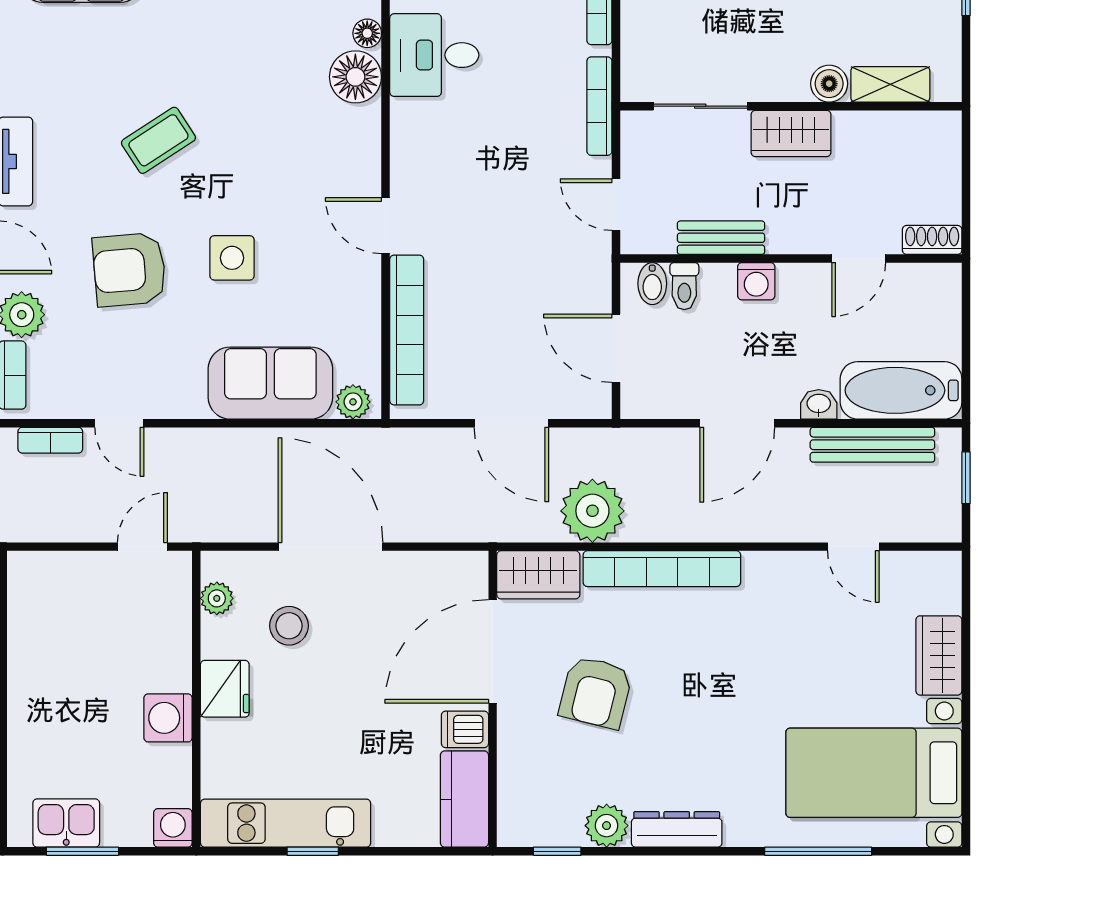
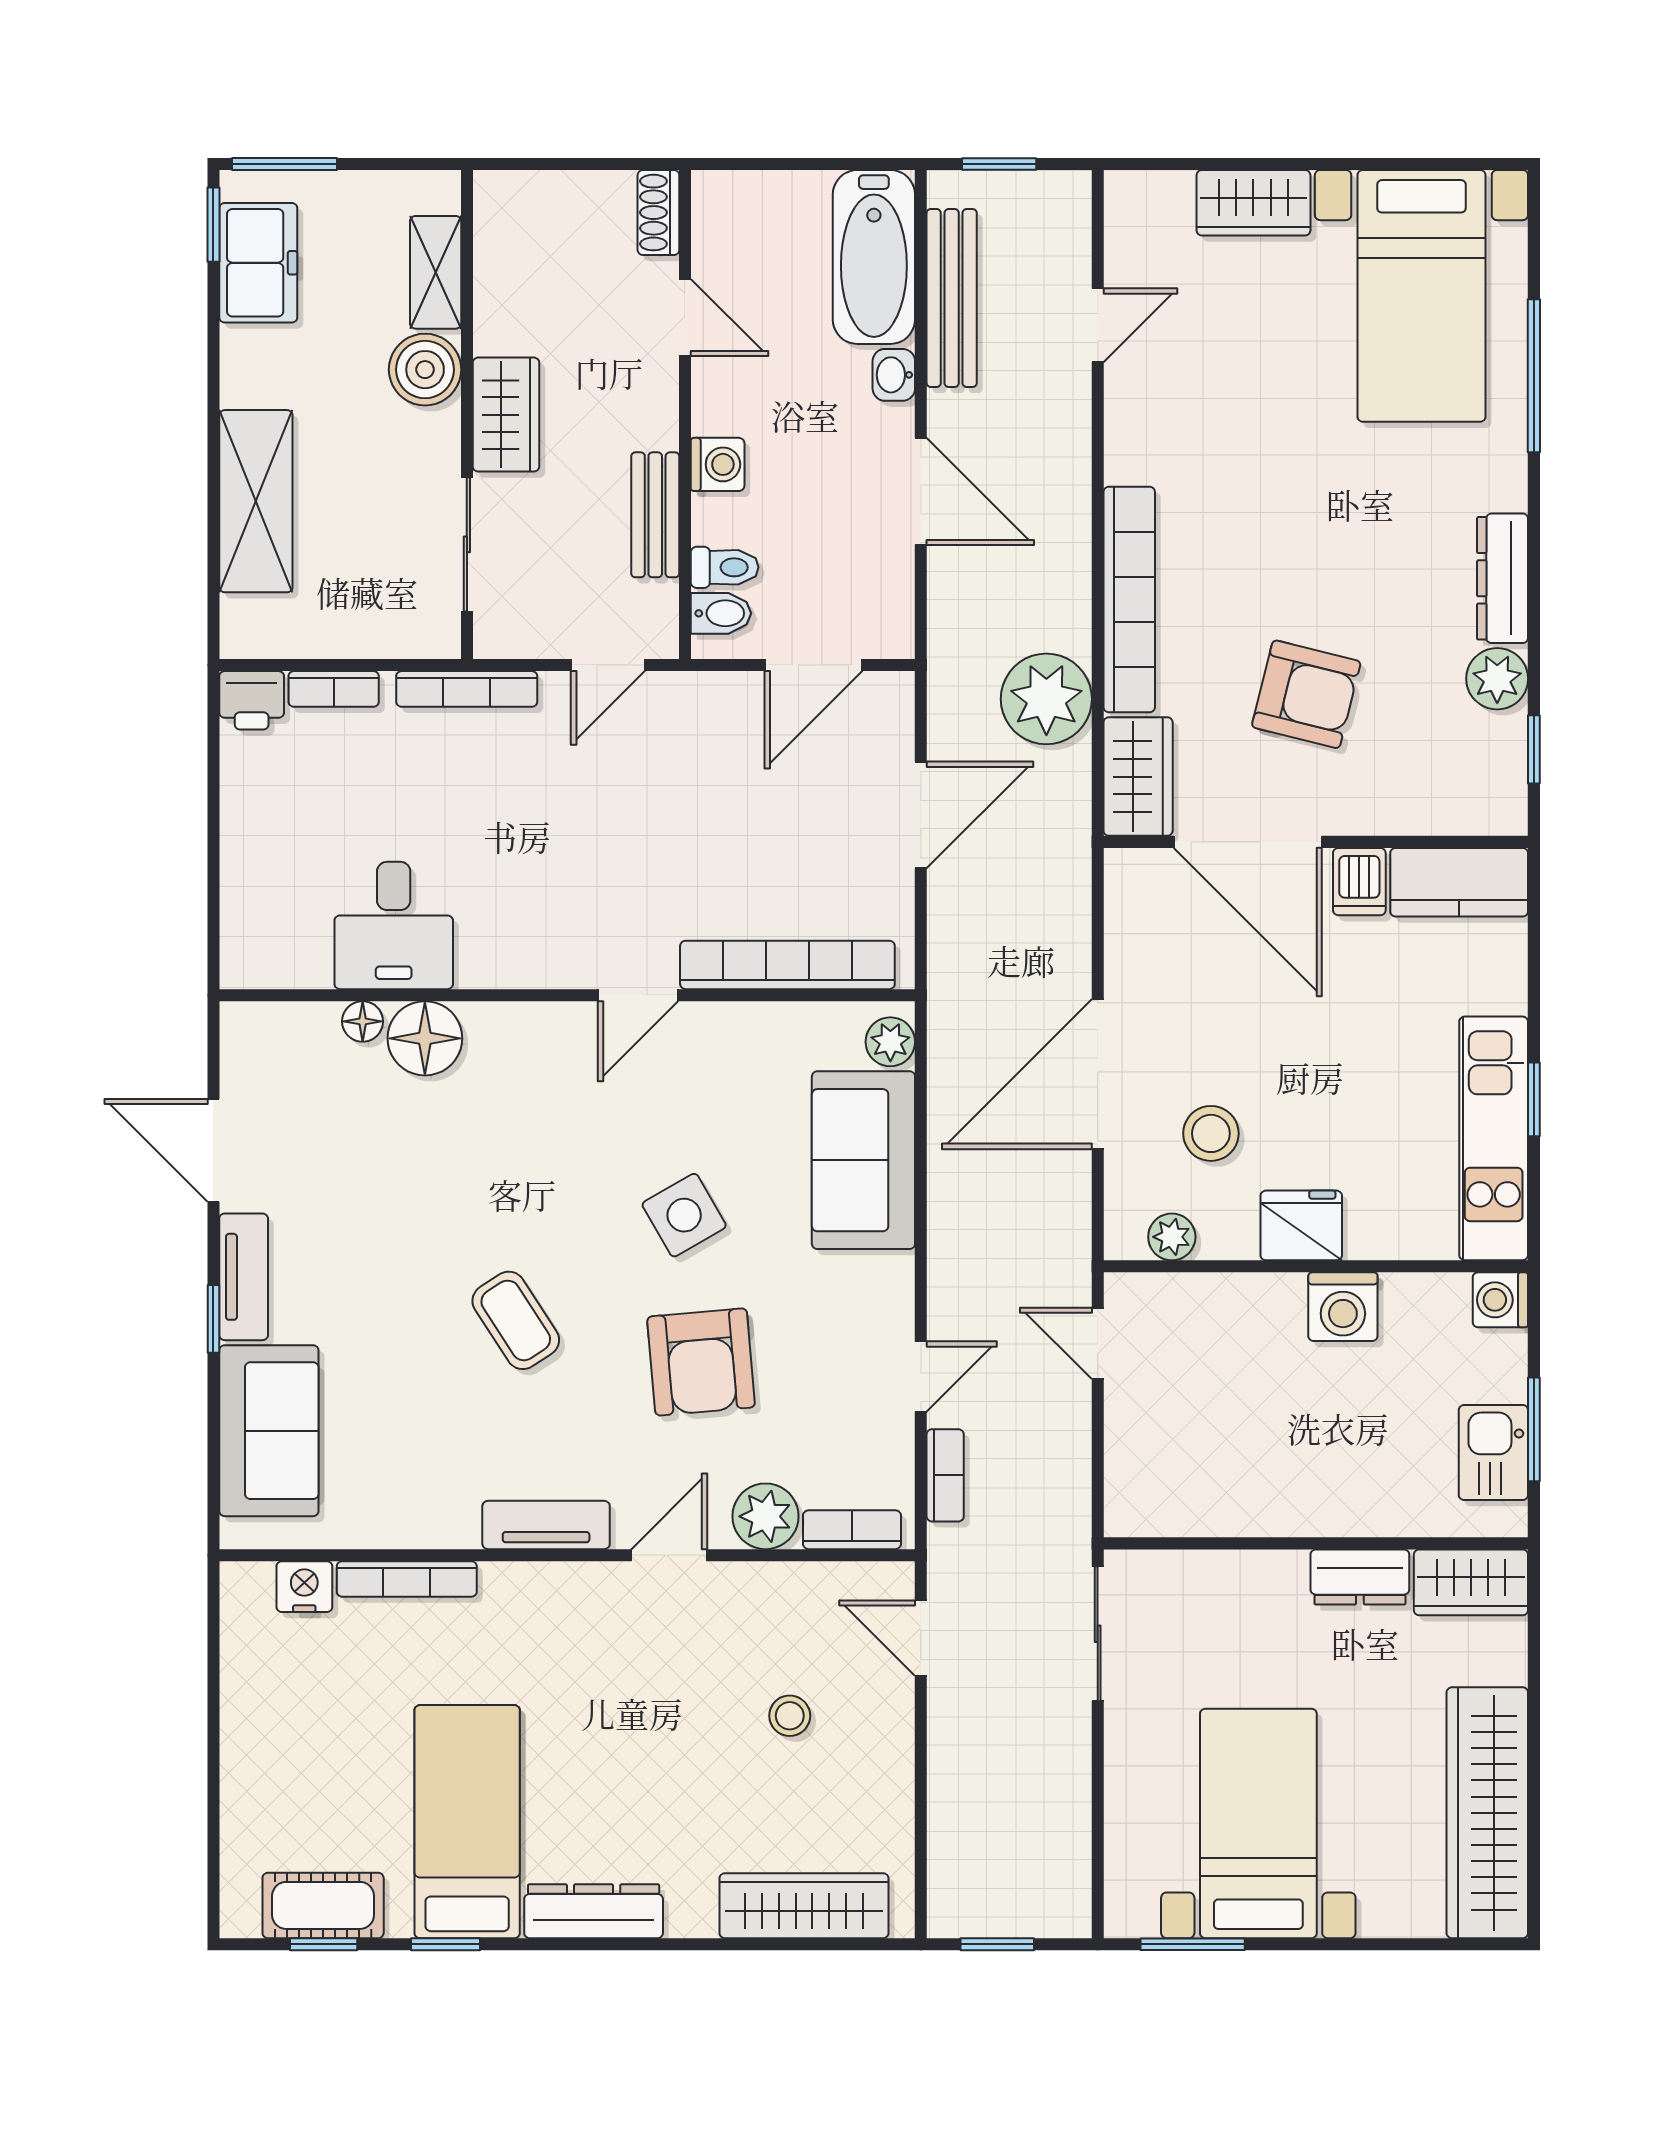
boiler: (829, 84) -> (425, 370), width x1.36, depth x1.36
side table: (232, 258) -> (684, 1215), turned -30

